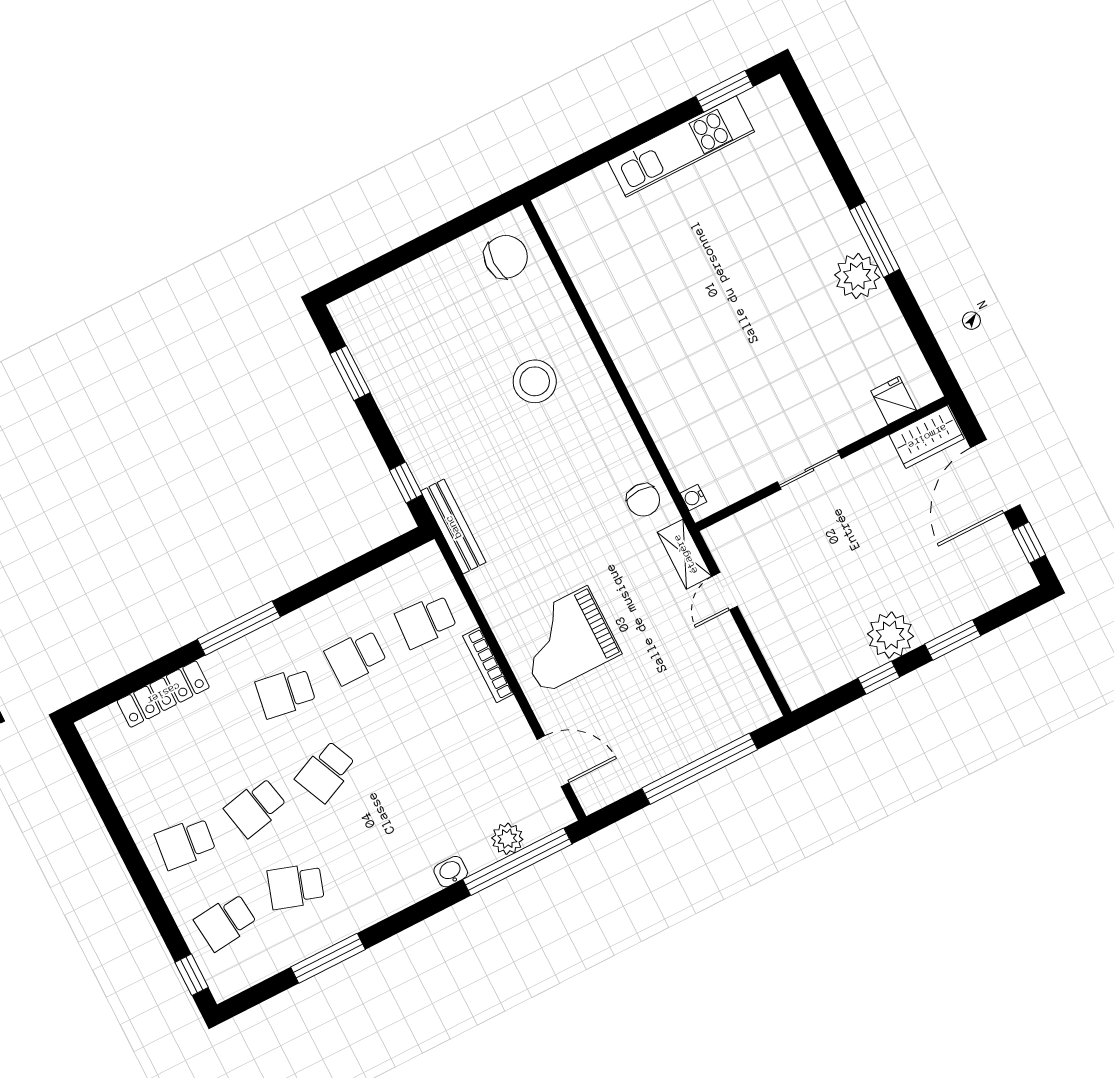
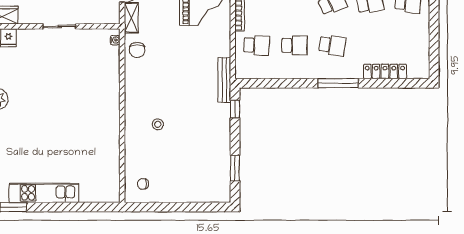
chair: (506, 257) -> (143, 184), width x0.54, depth x0.54
stool: (535, 381) -> (158, 124), width x0.53, depth x0.53
chair: (643, 500) -> (137, 50), turned 180

